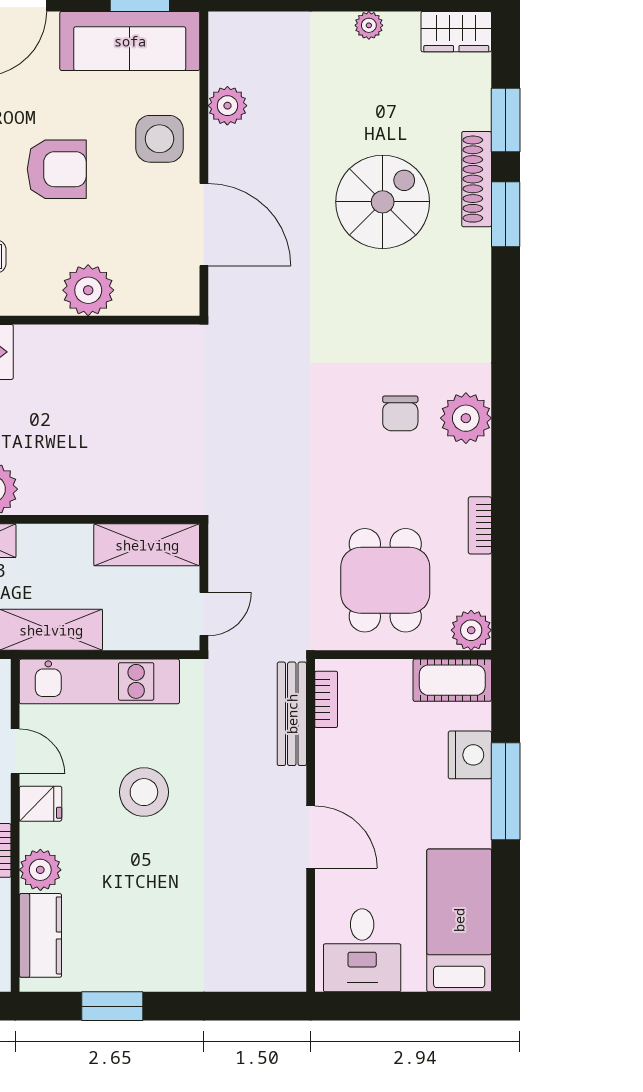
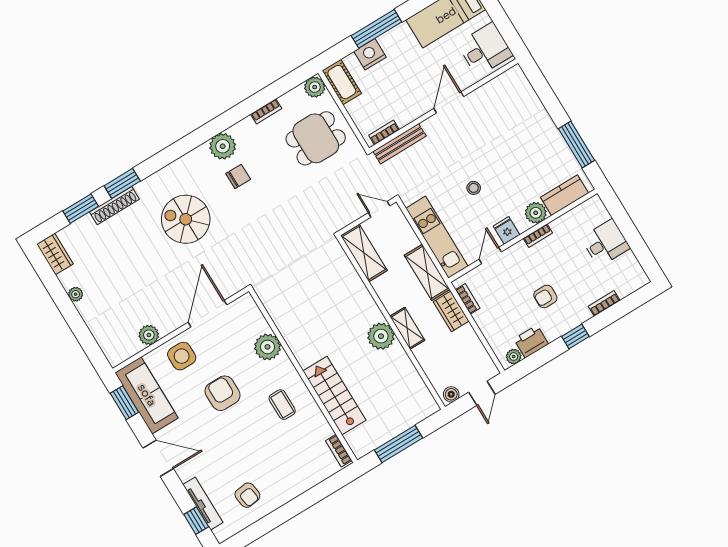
spiral stairs: (383, 202) -> (186, 219), moved
stool: (144, 792) -> (474, 188), width x0.53, depth x0.53
window: (112, 1006) -> (576, 145), width x1.44

